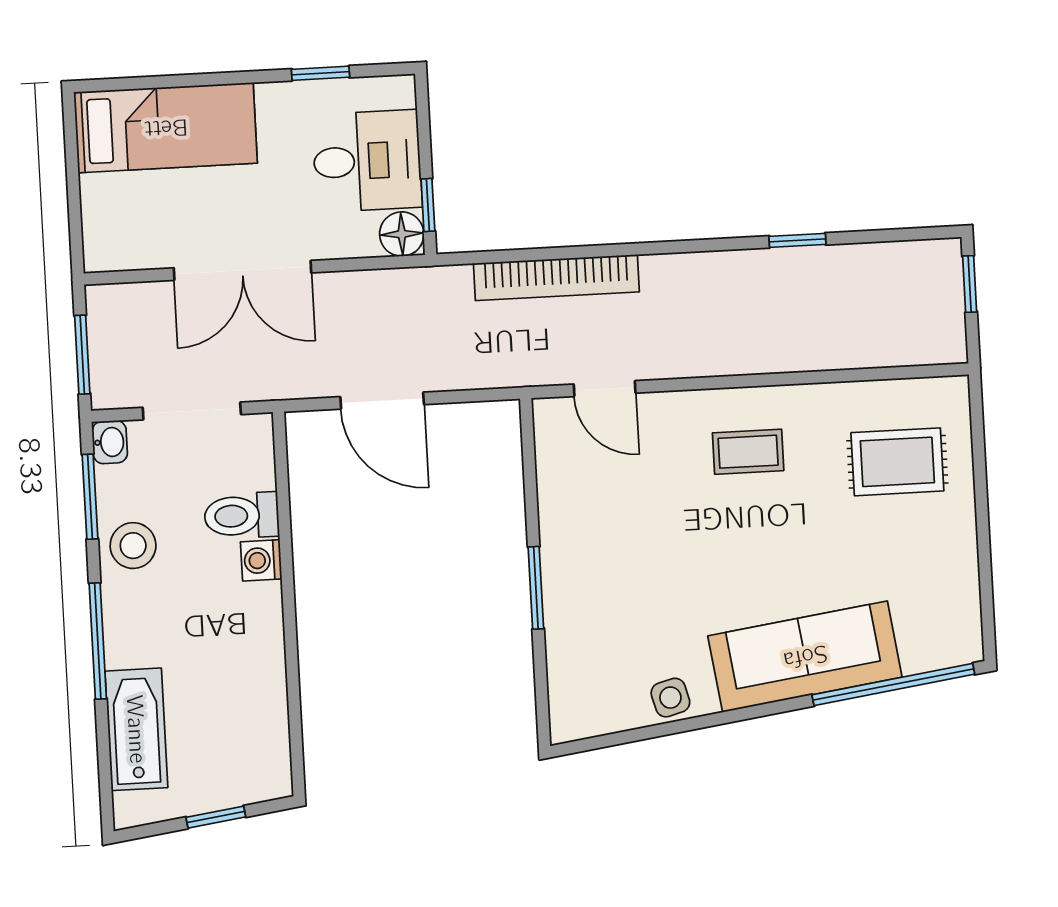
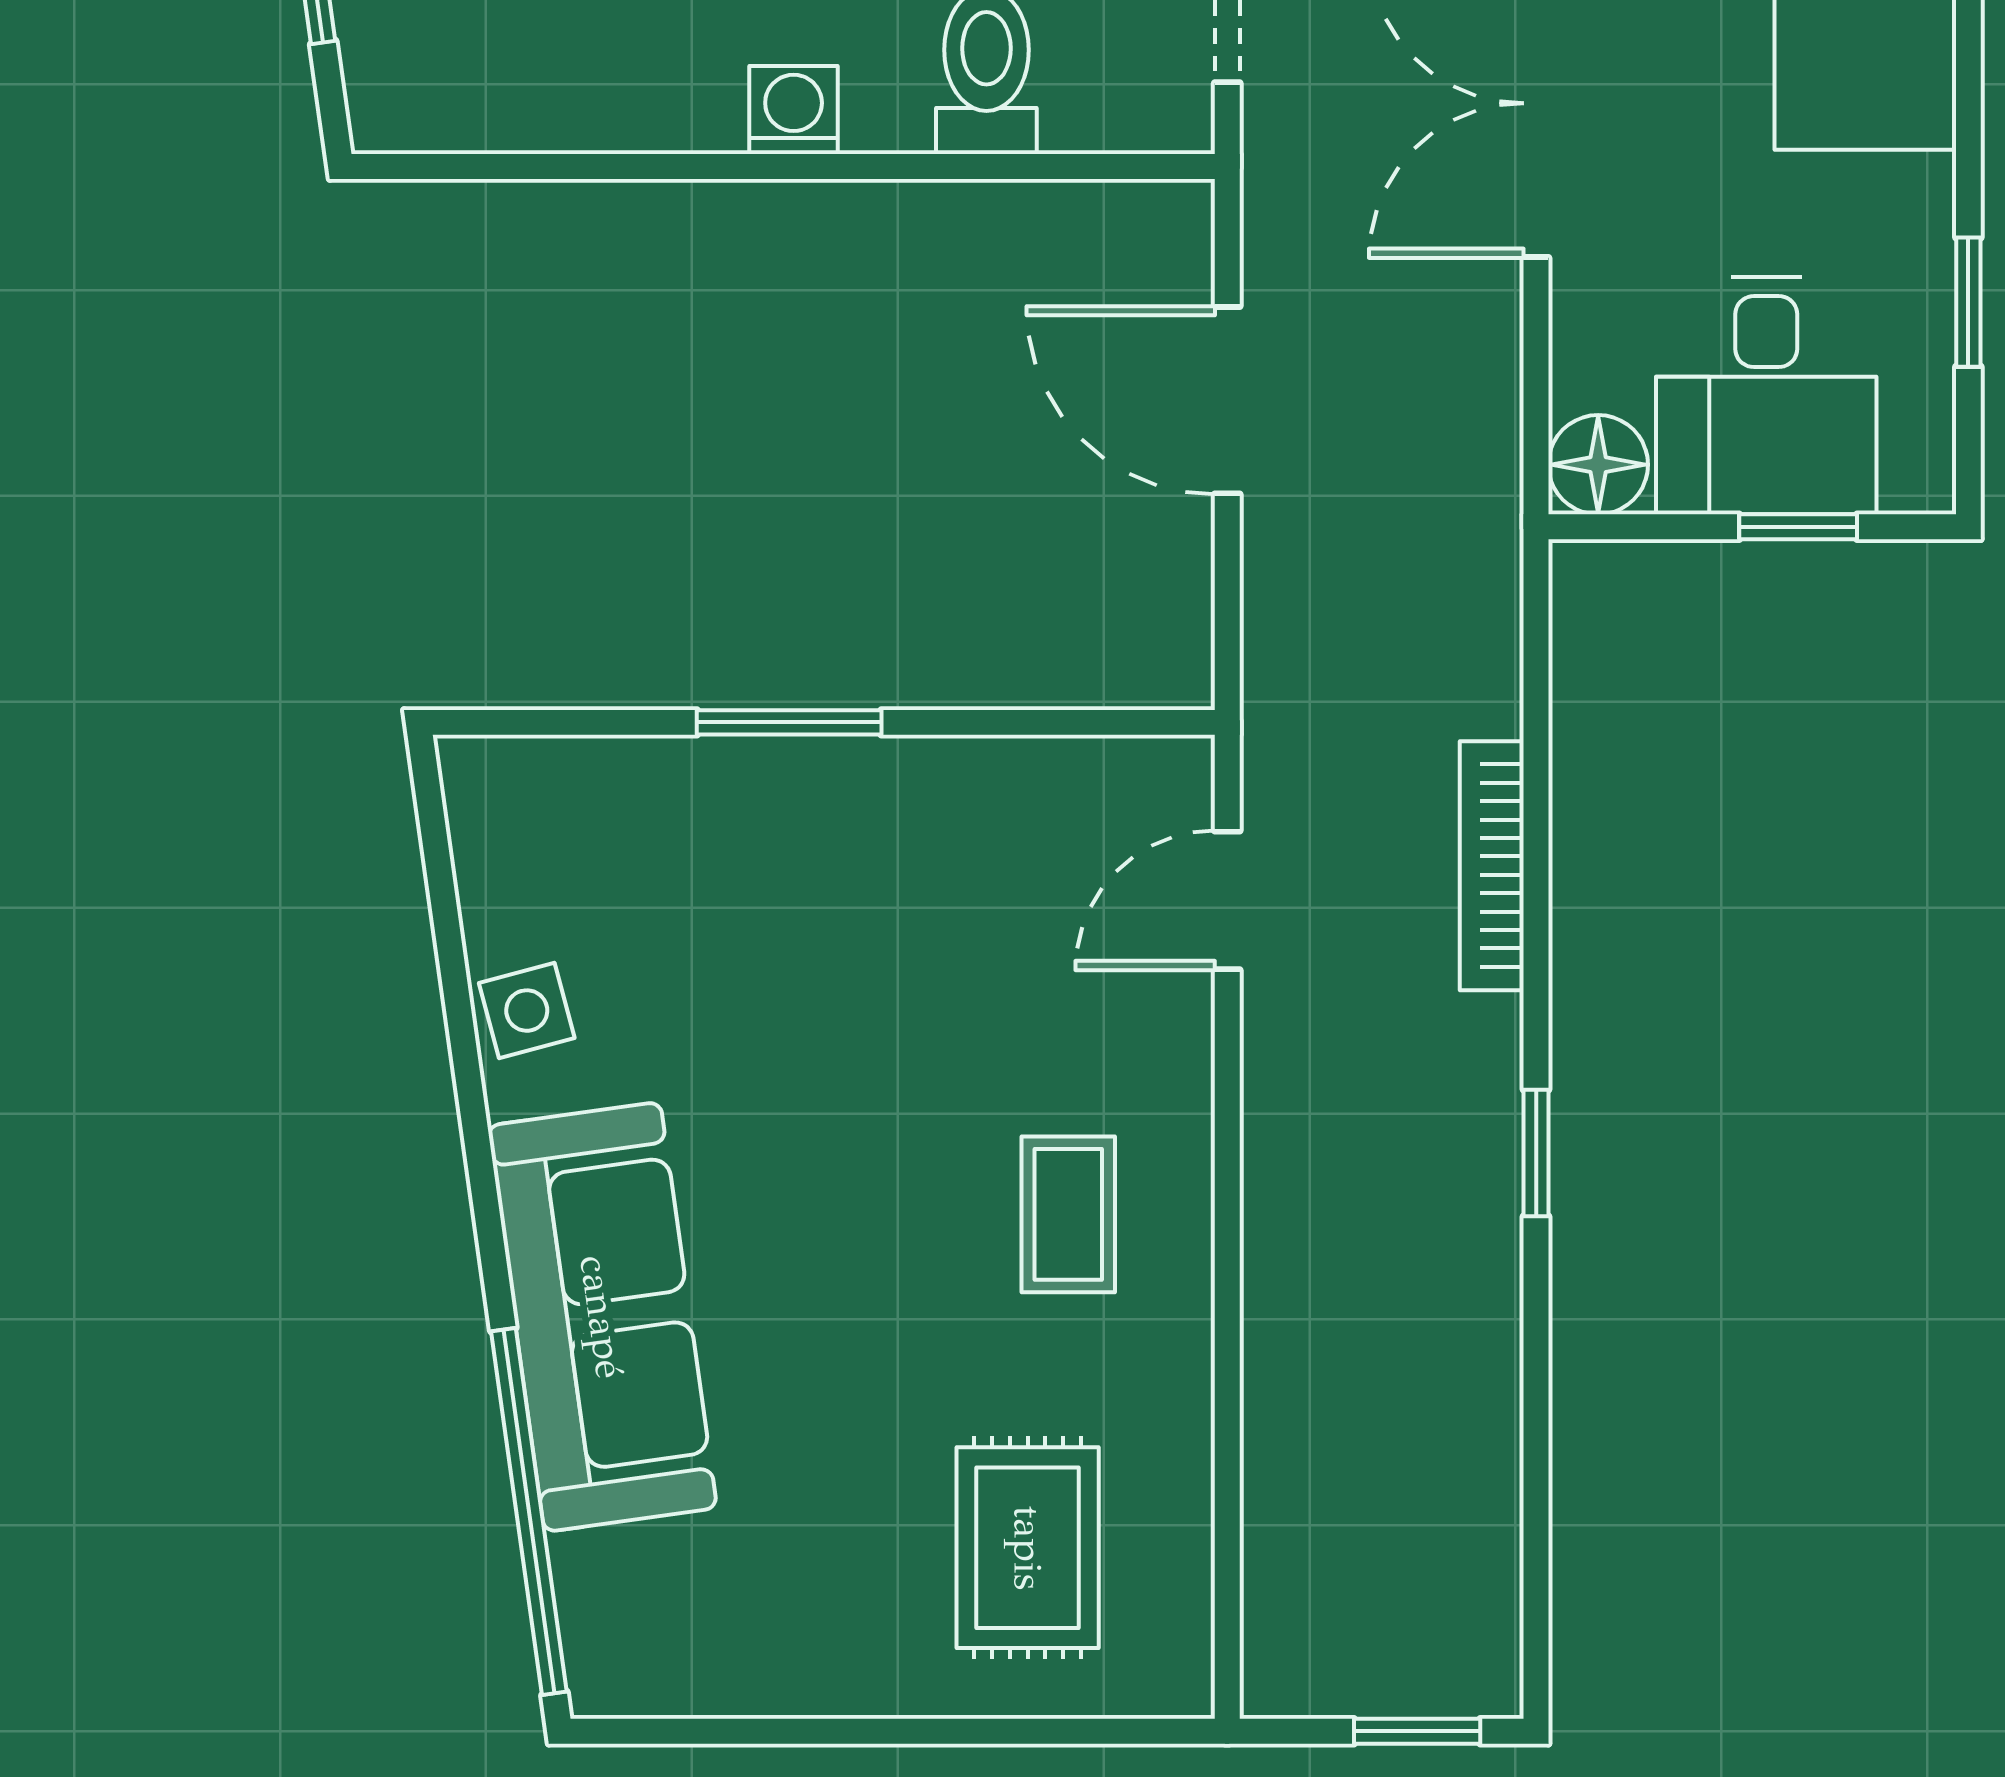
window: (428, 205) -> (1798, 527), moved
window: (797, 240) -> (1536, 1153), moved
bookcase: (556, 278) -> (1492, 866), width x0.68, depth x0.76
door: (382, 401) -> (1227, 400), hinge flipped
washing machine: (261, 560) -> (794, 110), moved

